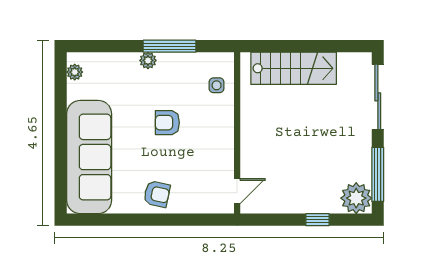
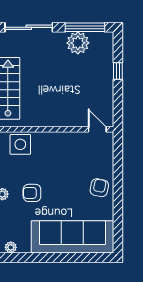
side table: (217, 85) -> (20, 144), width x1.87, depth x1.87
armchair: (167, 123) -> (32, 193), moved, turned 90
plant: (356, 198) -> (78, 43), moved

